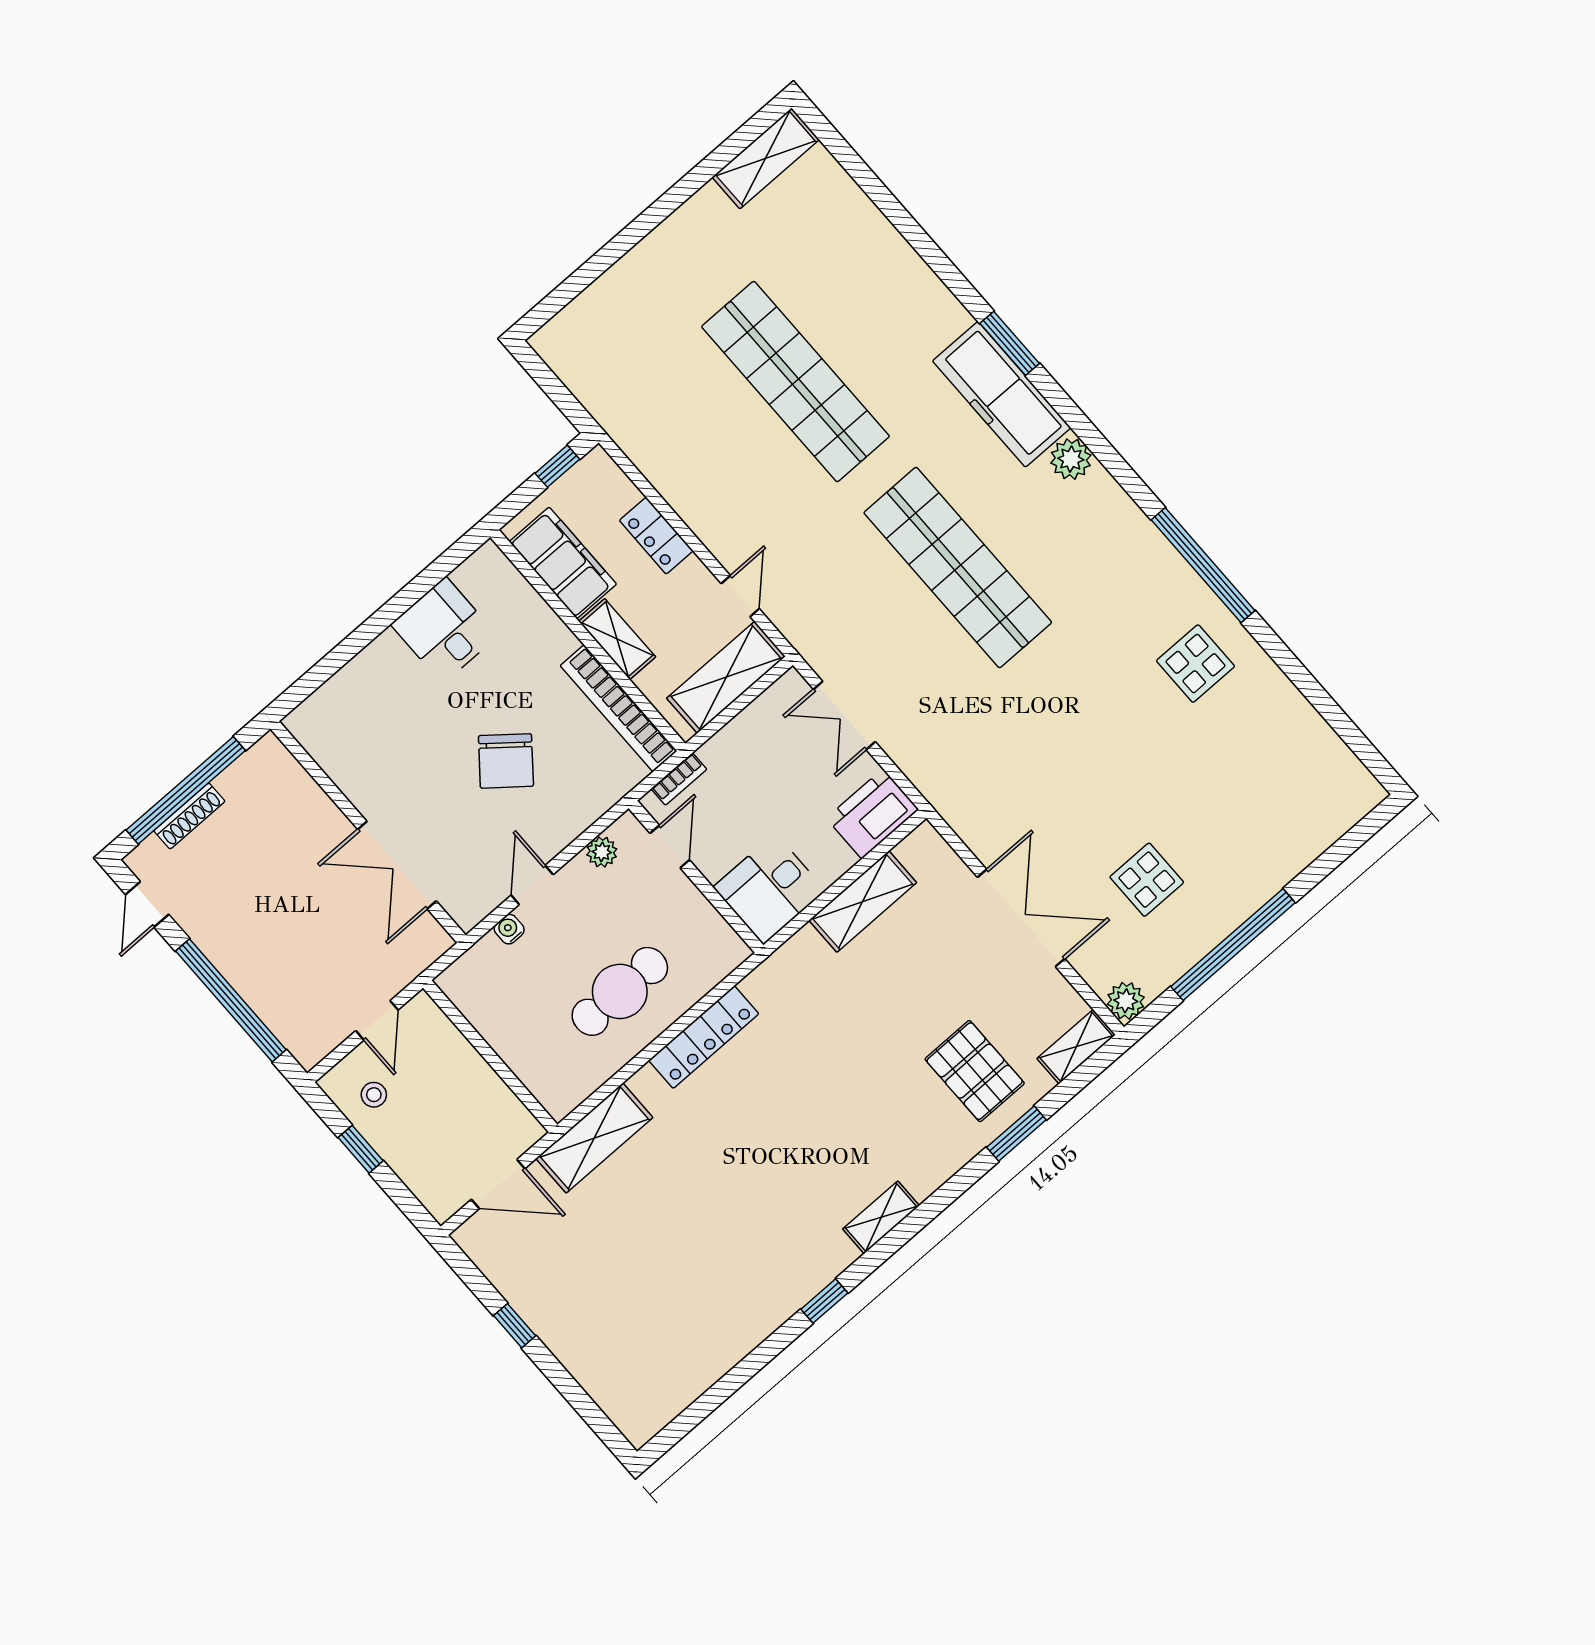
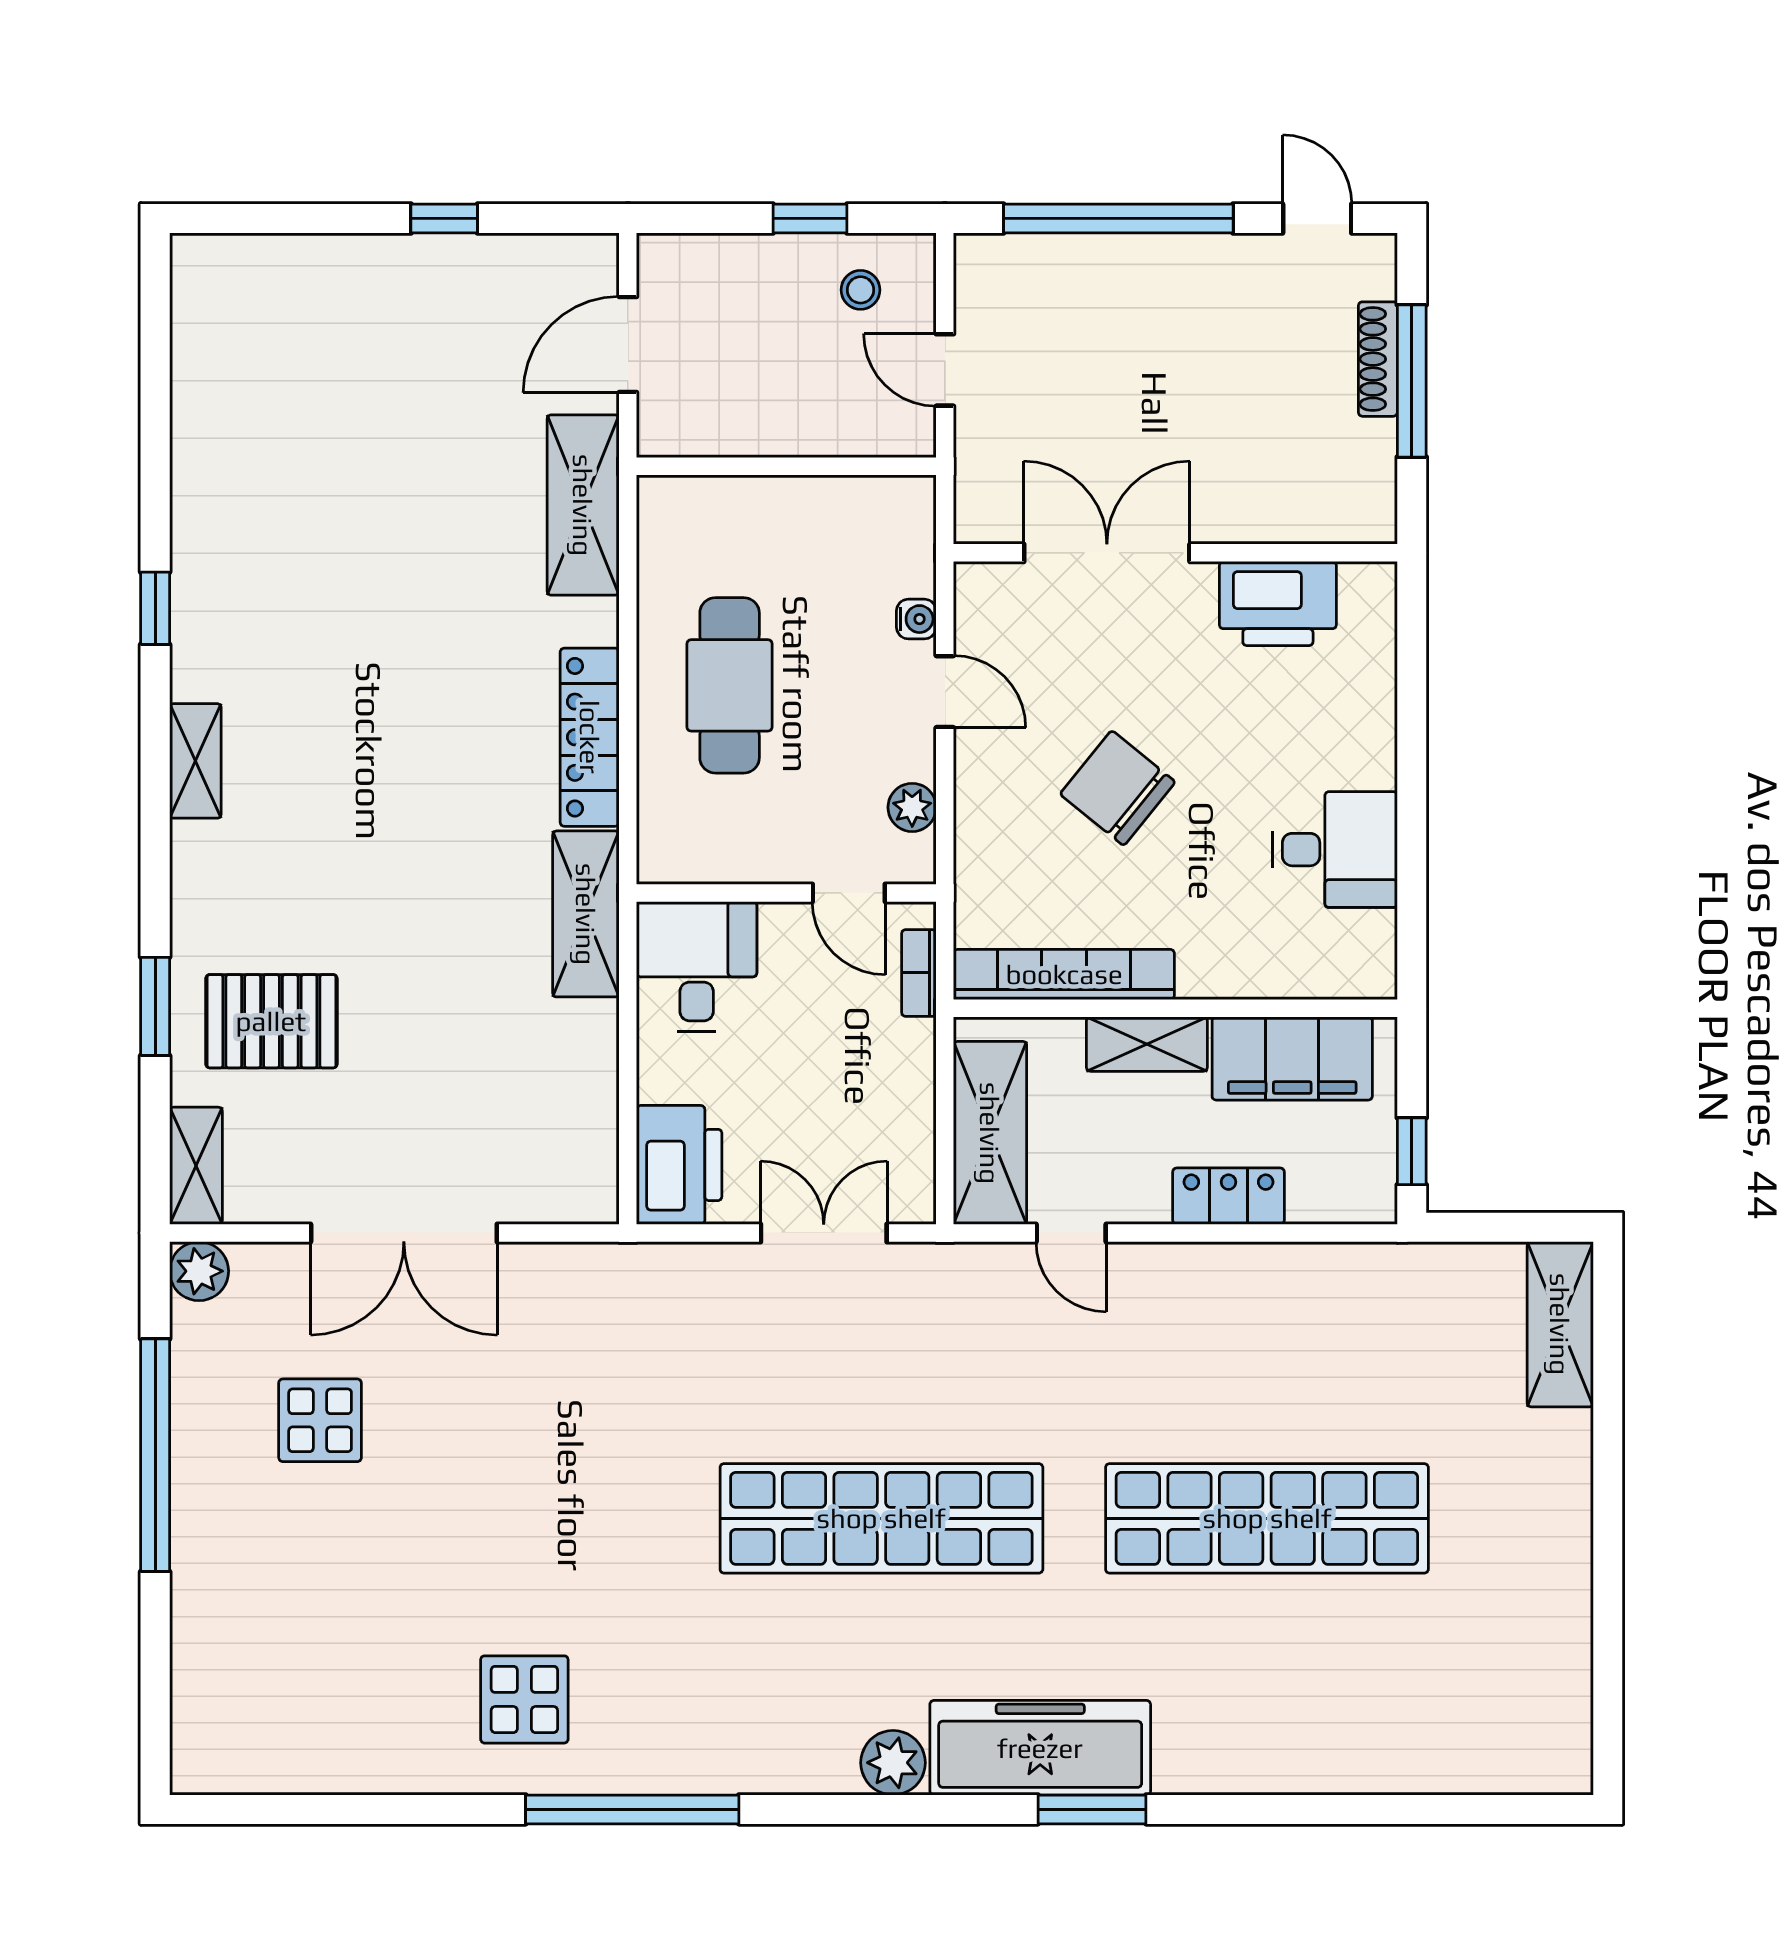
shelving: (766, 158) -> (1560, 1324), moved
printer: (349, 761) -> (1278, 604), added
window: (186, 790) -> (1412, 381), width x0.68
shelving: (863, 901) -> (586, 914), moved

